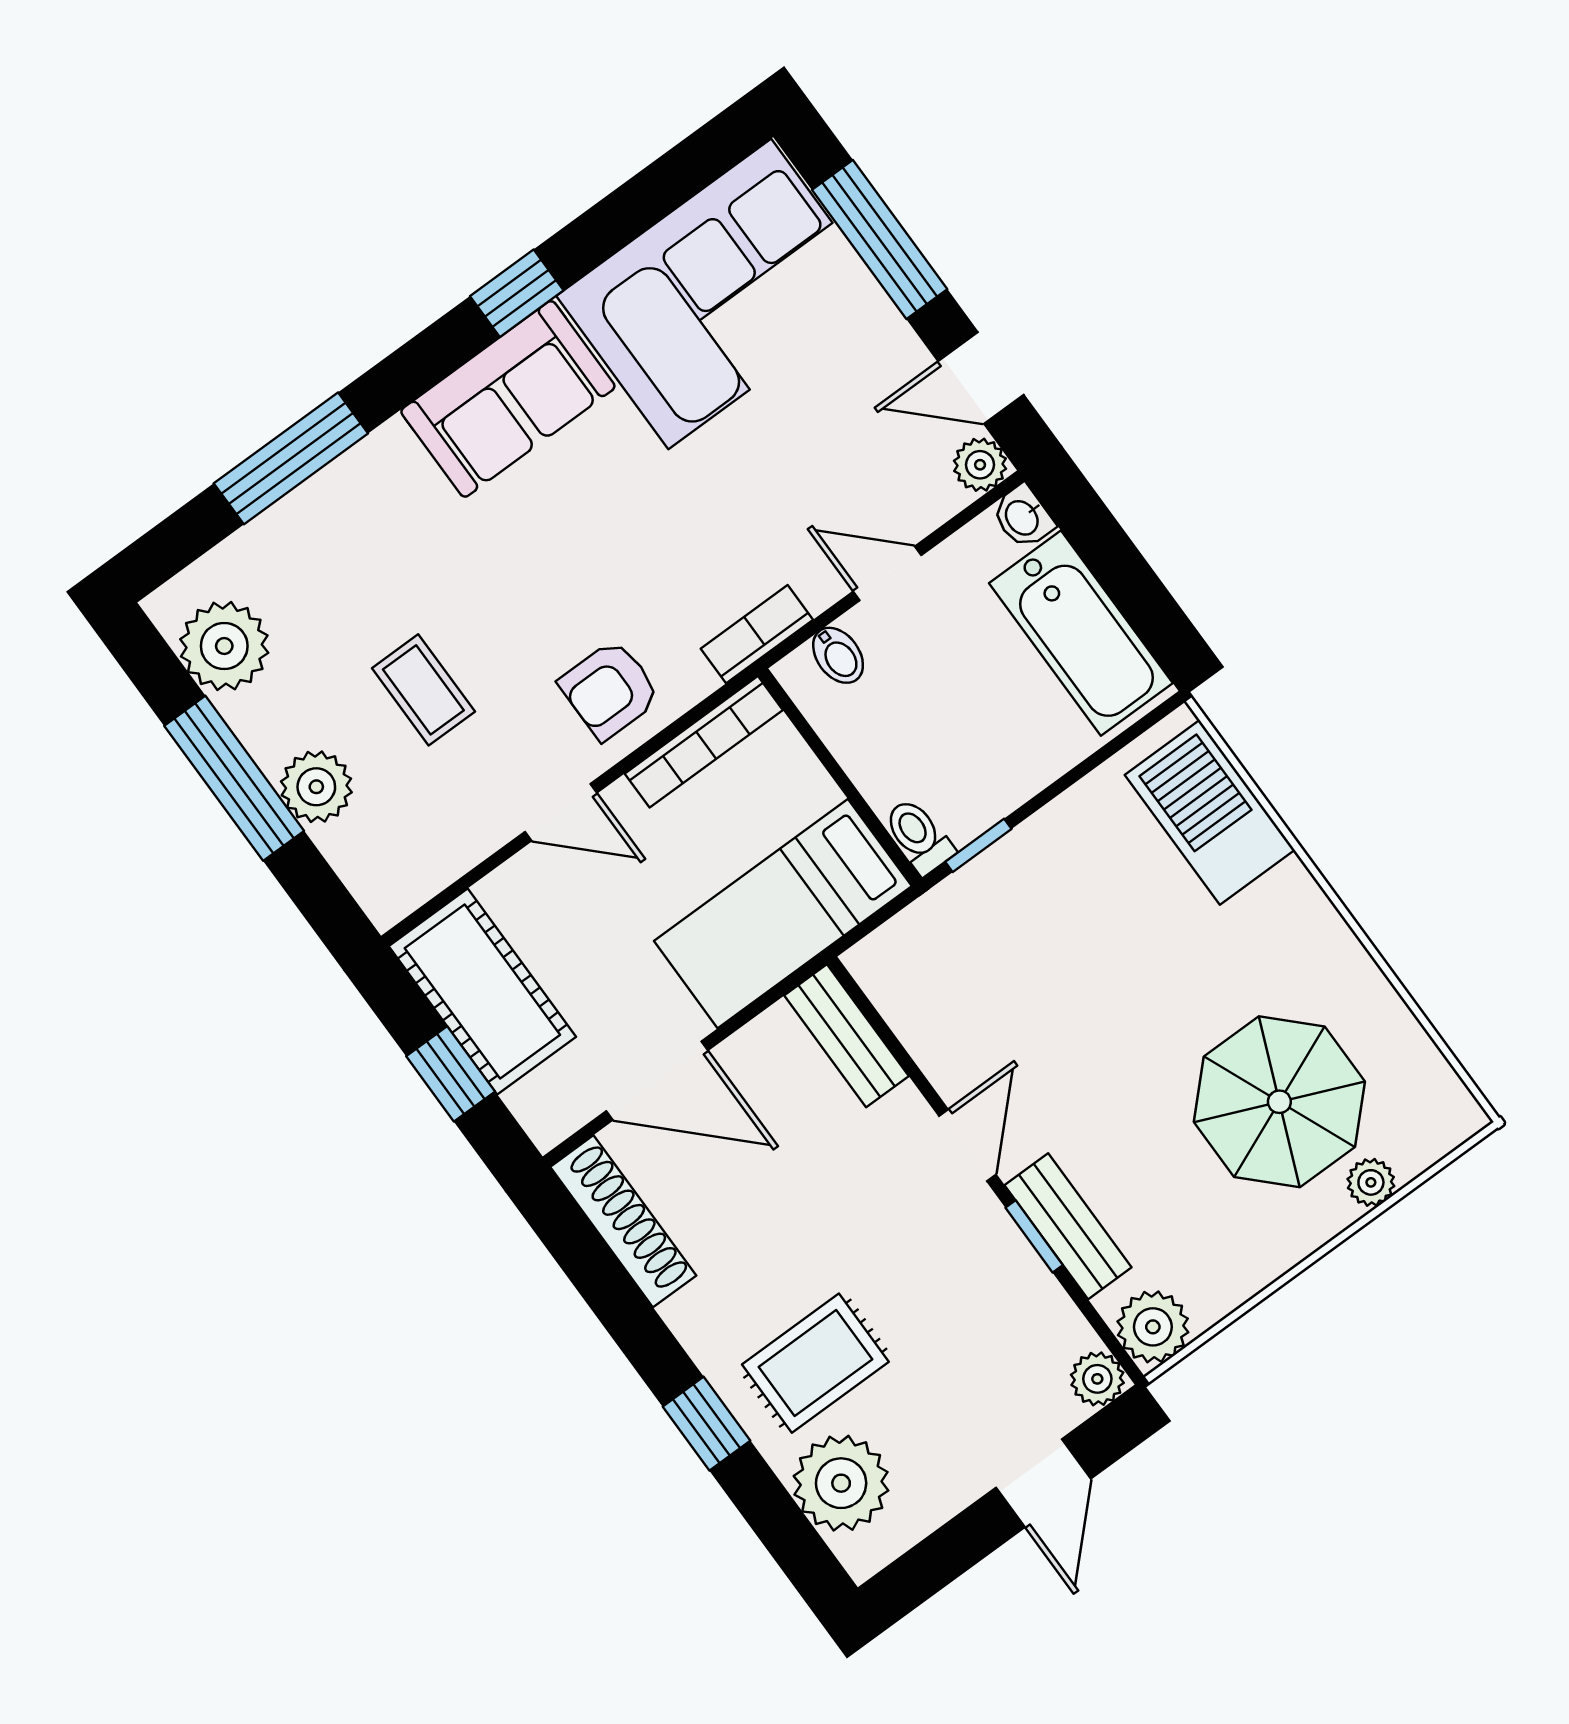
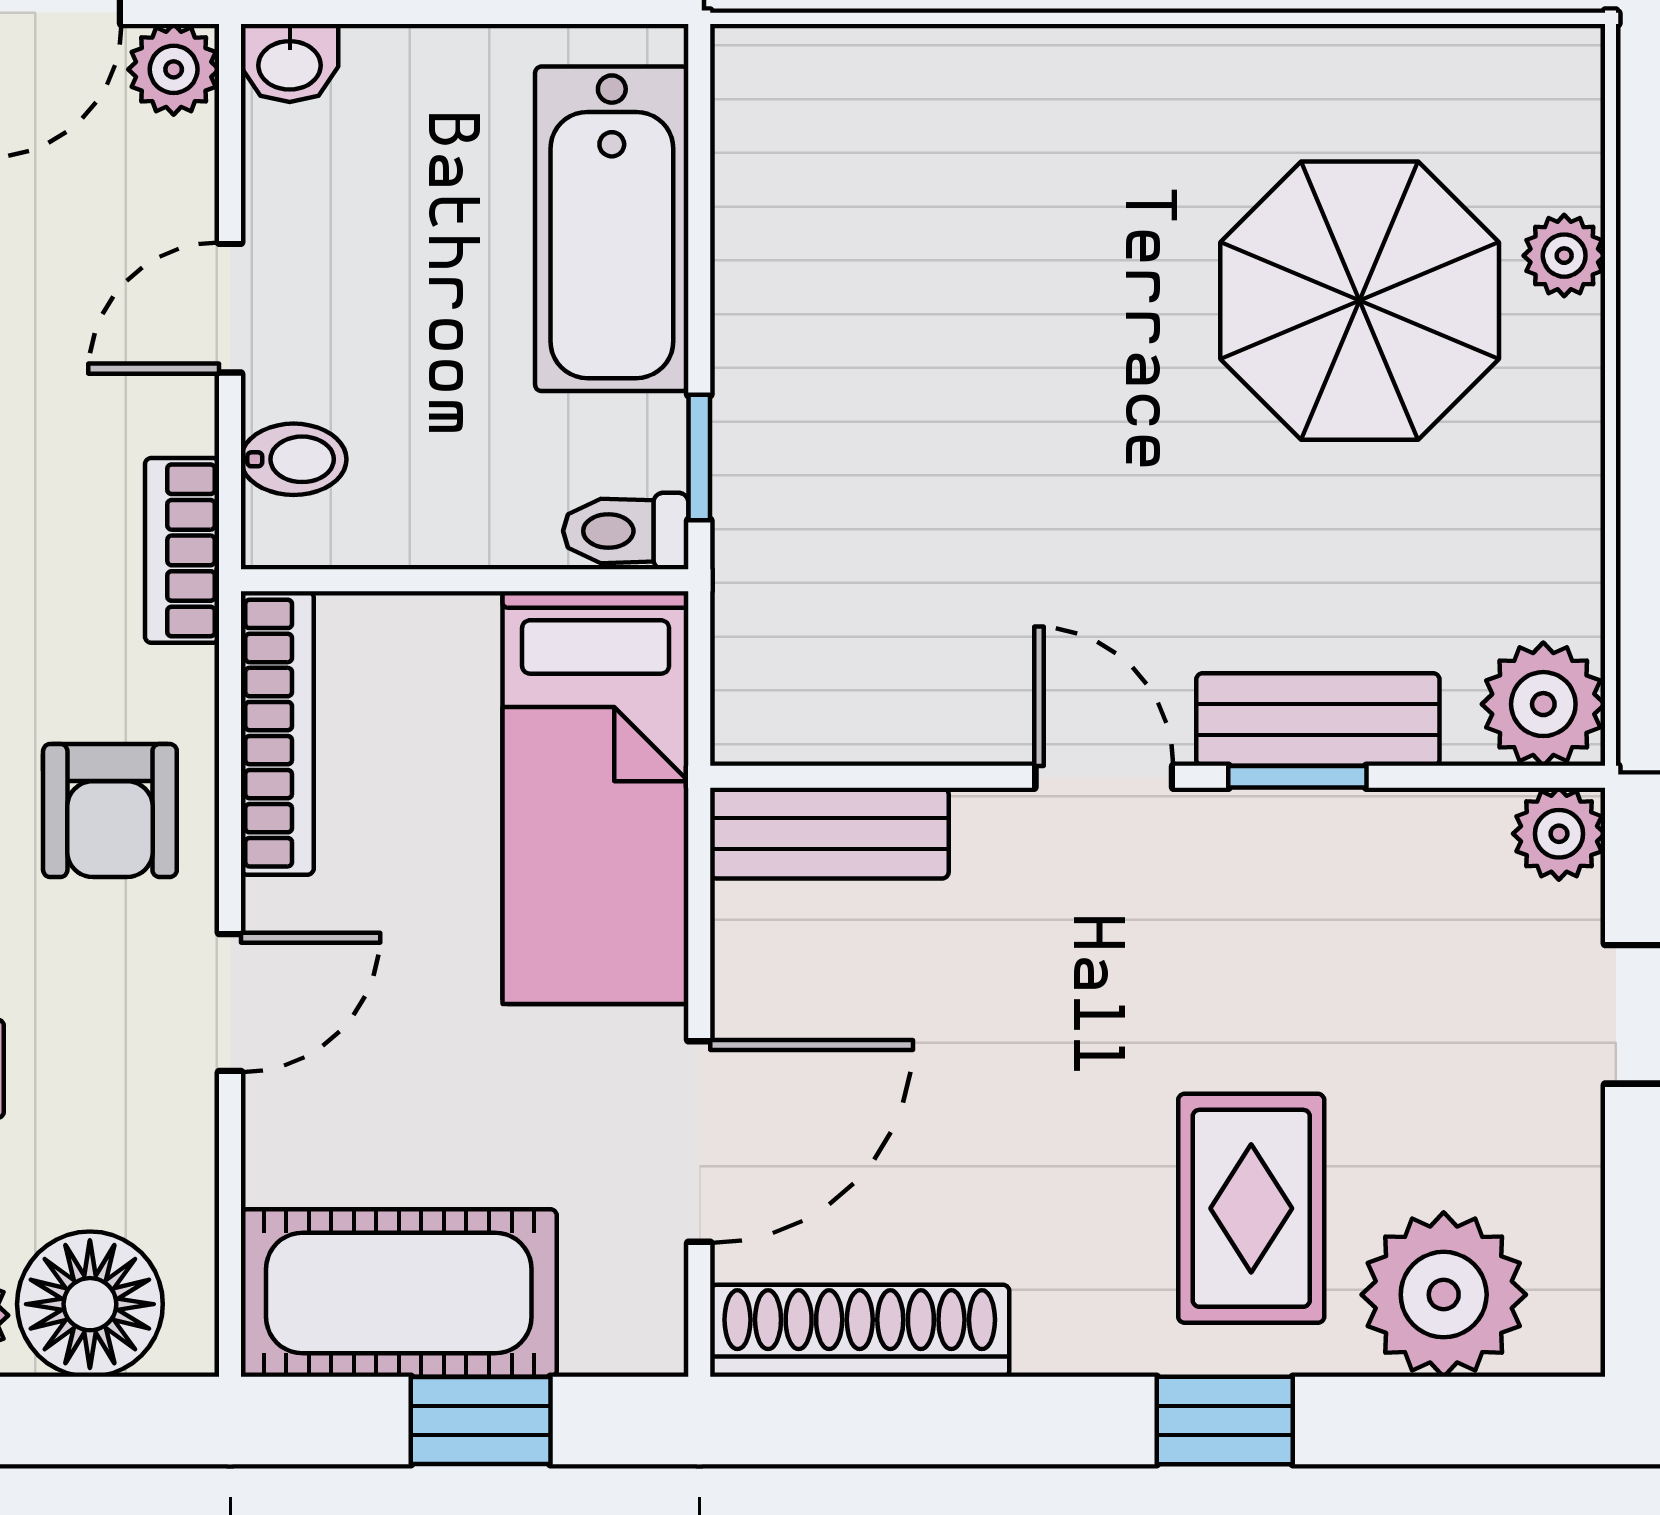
bathtub: (1081, 633) -> (612, 229), moved, turned 90
barbecue: (1210, 812) -> (888, 104), removed
floor lamp: (371, 850) -> (90, 1304), added

